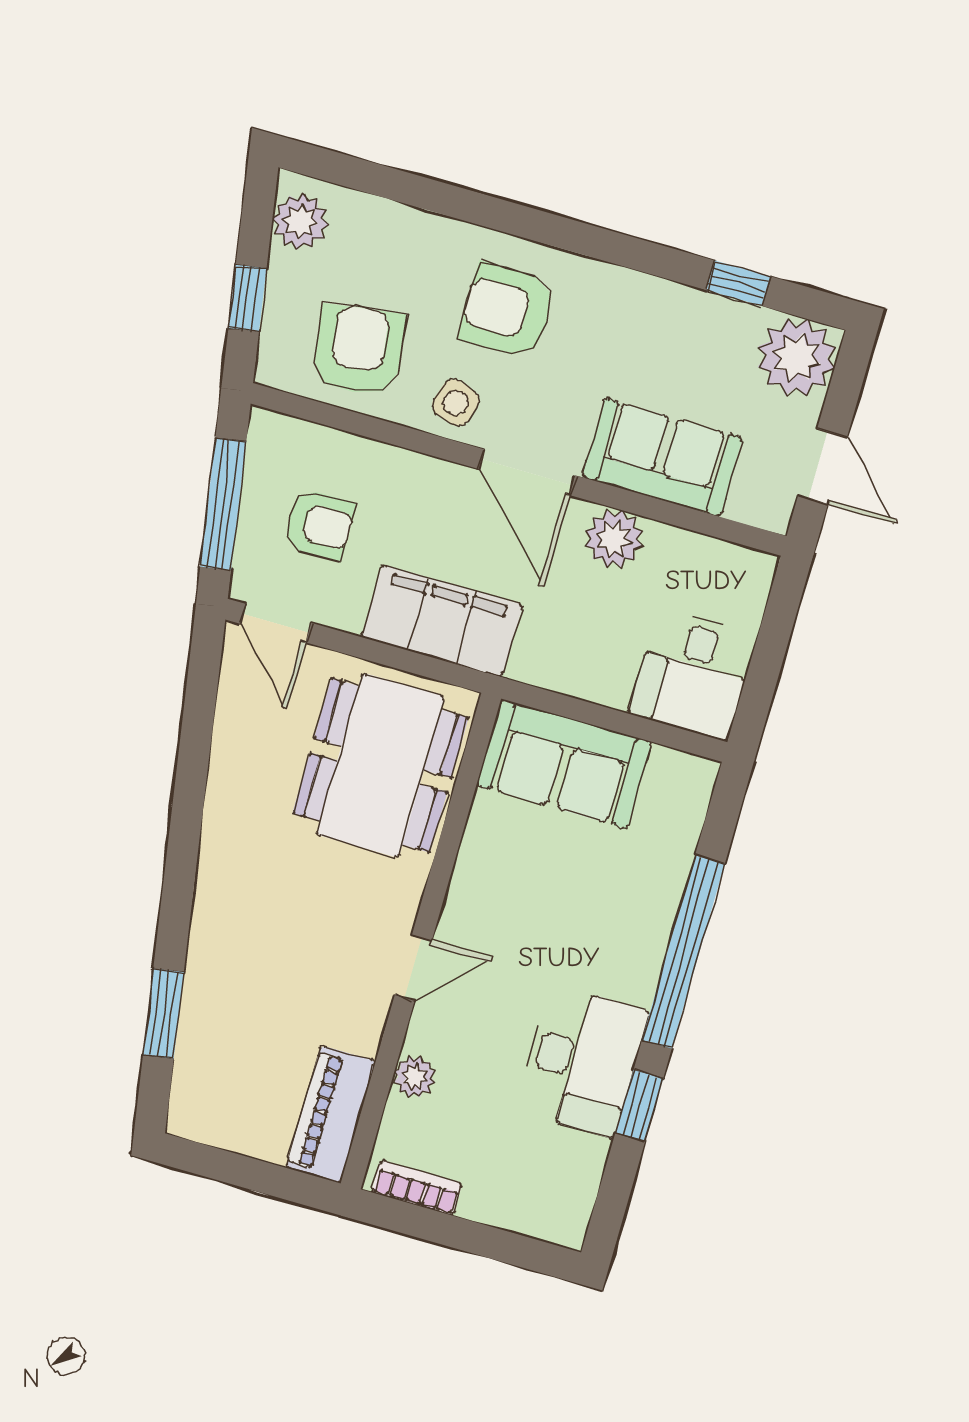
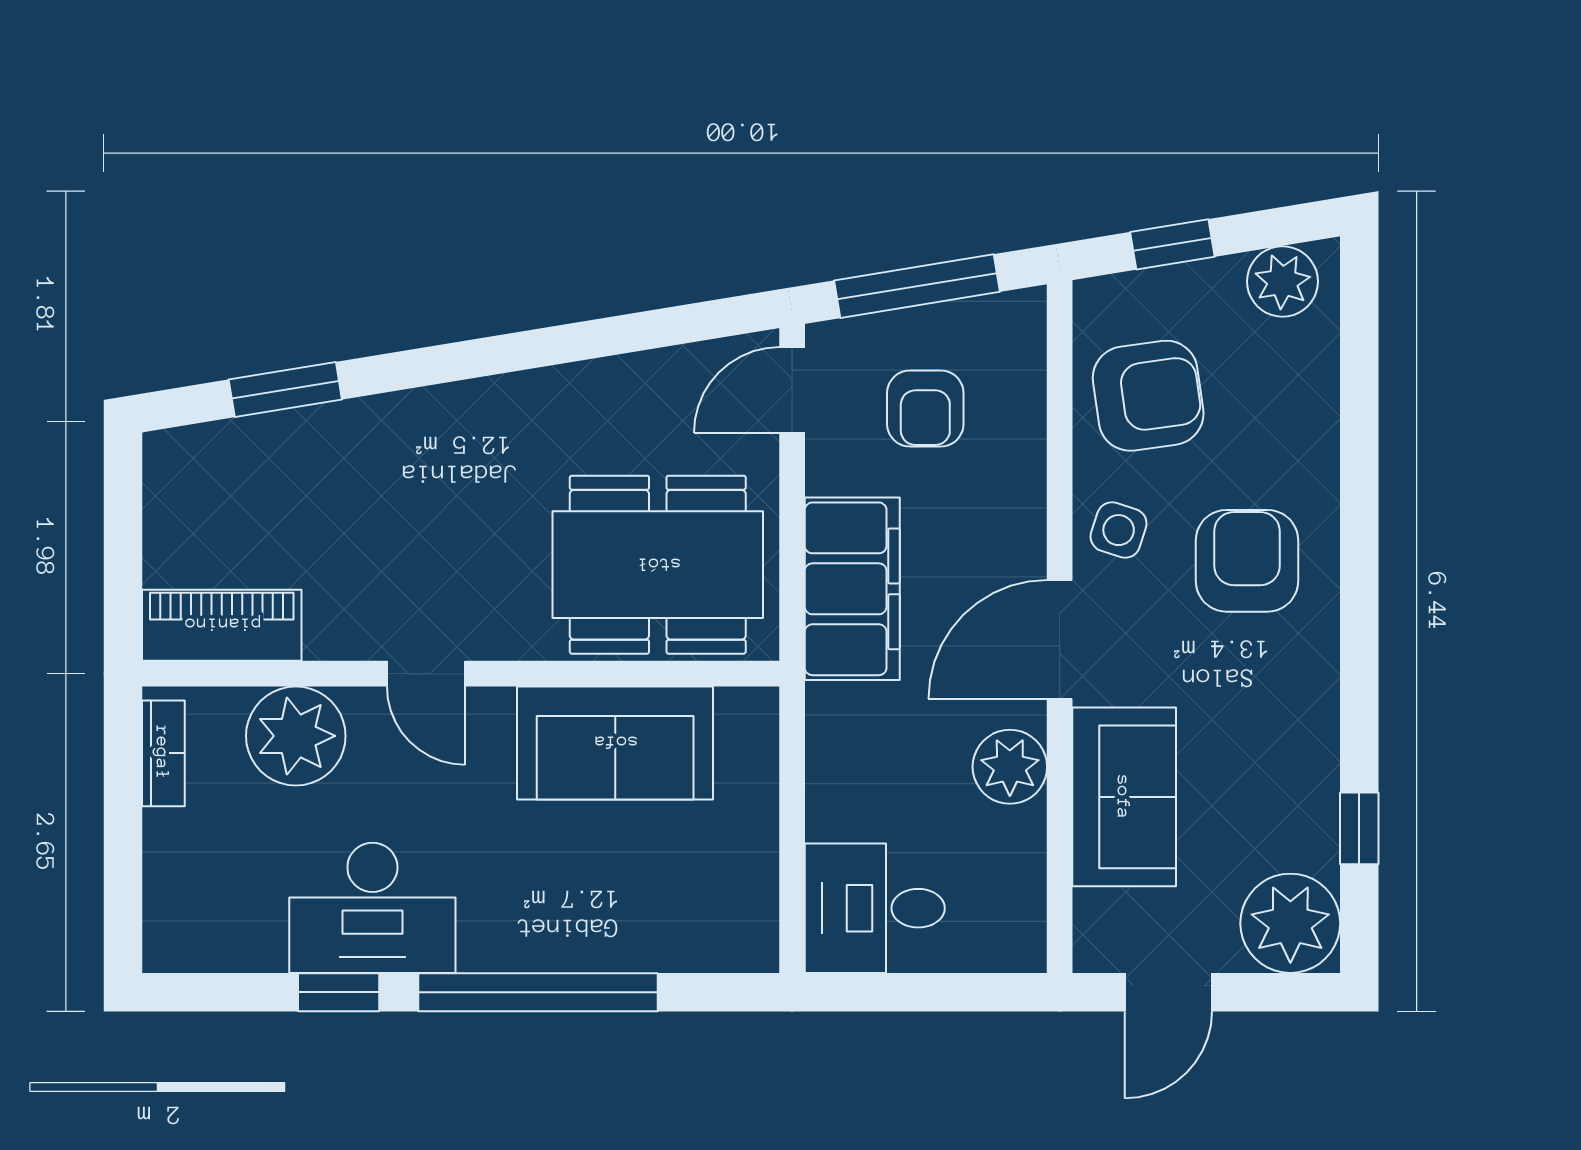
sofa: (564, 764) -> (615, 743), moved, turned -90
plant: (415, 1077) -> (296, 736), width x1.88, depth x1.88

